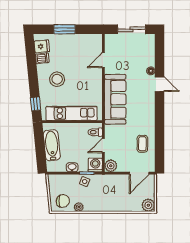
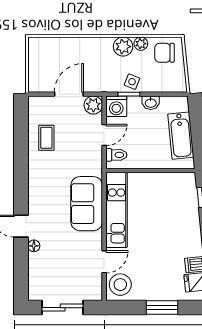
stool: (57, 79) -> (120, 285), moved
sofa: (115, 99) -> (87, 204), width x0.73
kitchen unit: (72, 113) -> (117, 210), moved, turned -90
door: (139, 173) -> (69, 94), moved
plant: (148, 205) -> (123, 47), moved

